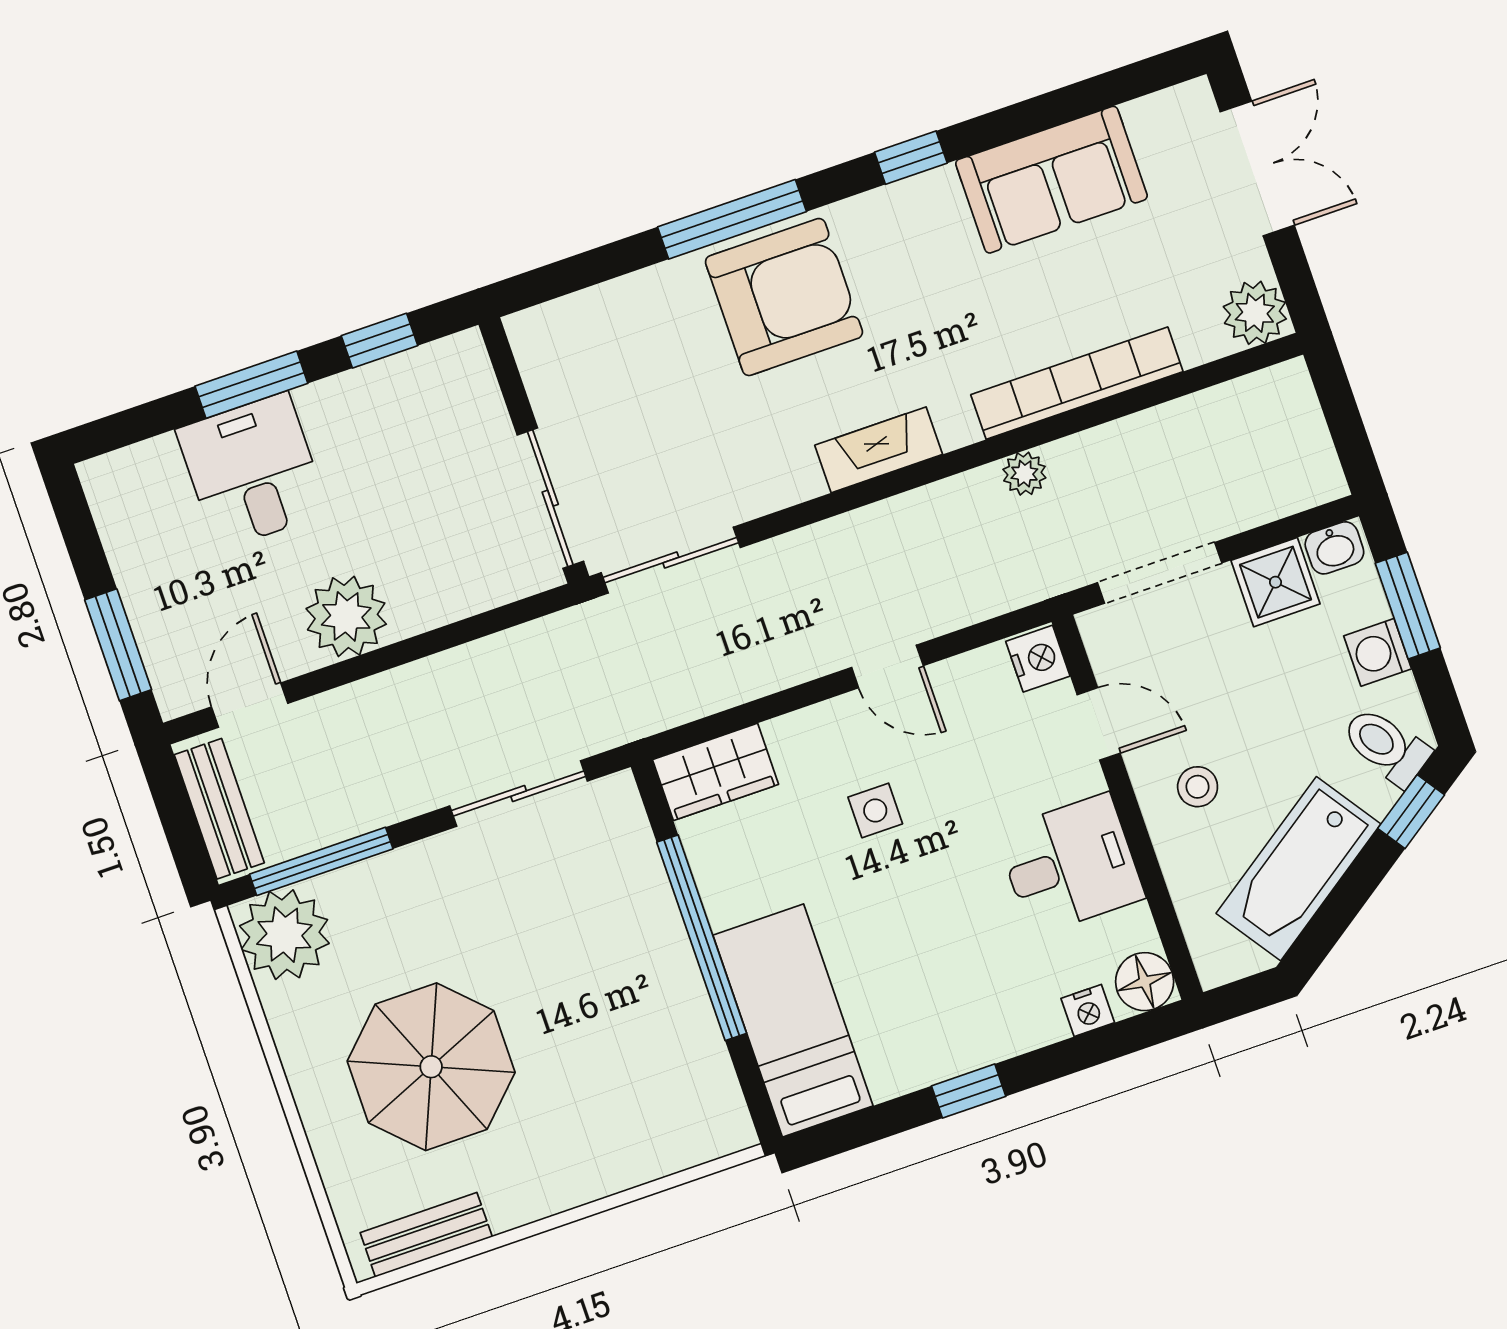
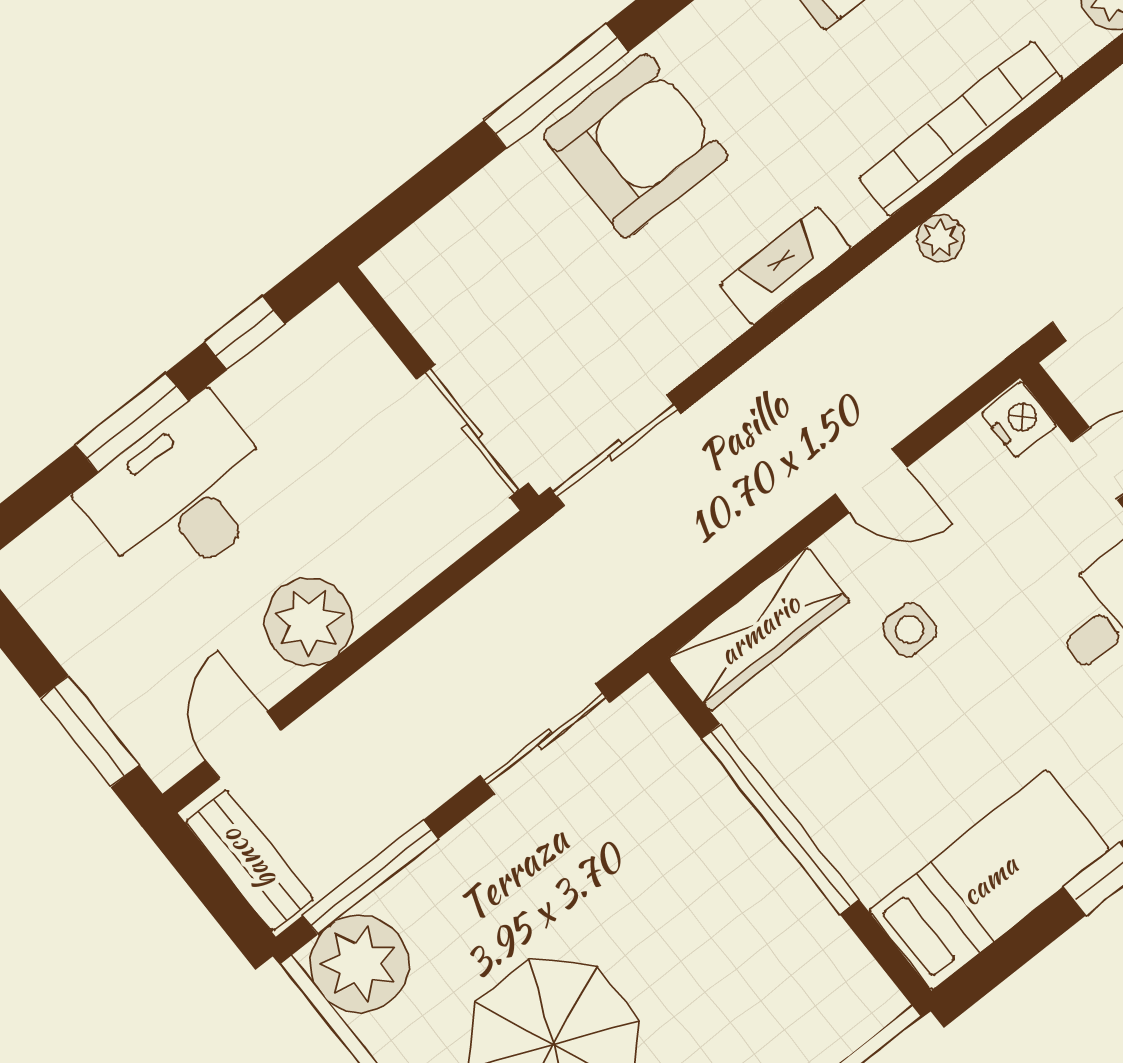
desk: (252, 471) -> (182, 494), width x1.37
wardrobe: (716, 772) -> (759, 629), width x1.50
bed: (793, 1020) -> (989, 880), moved, turned 90

